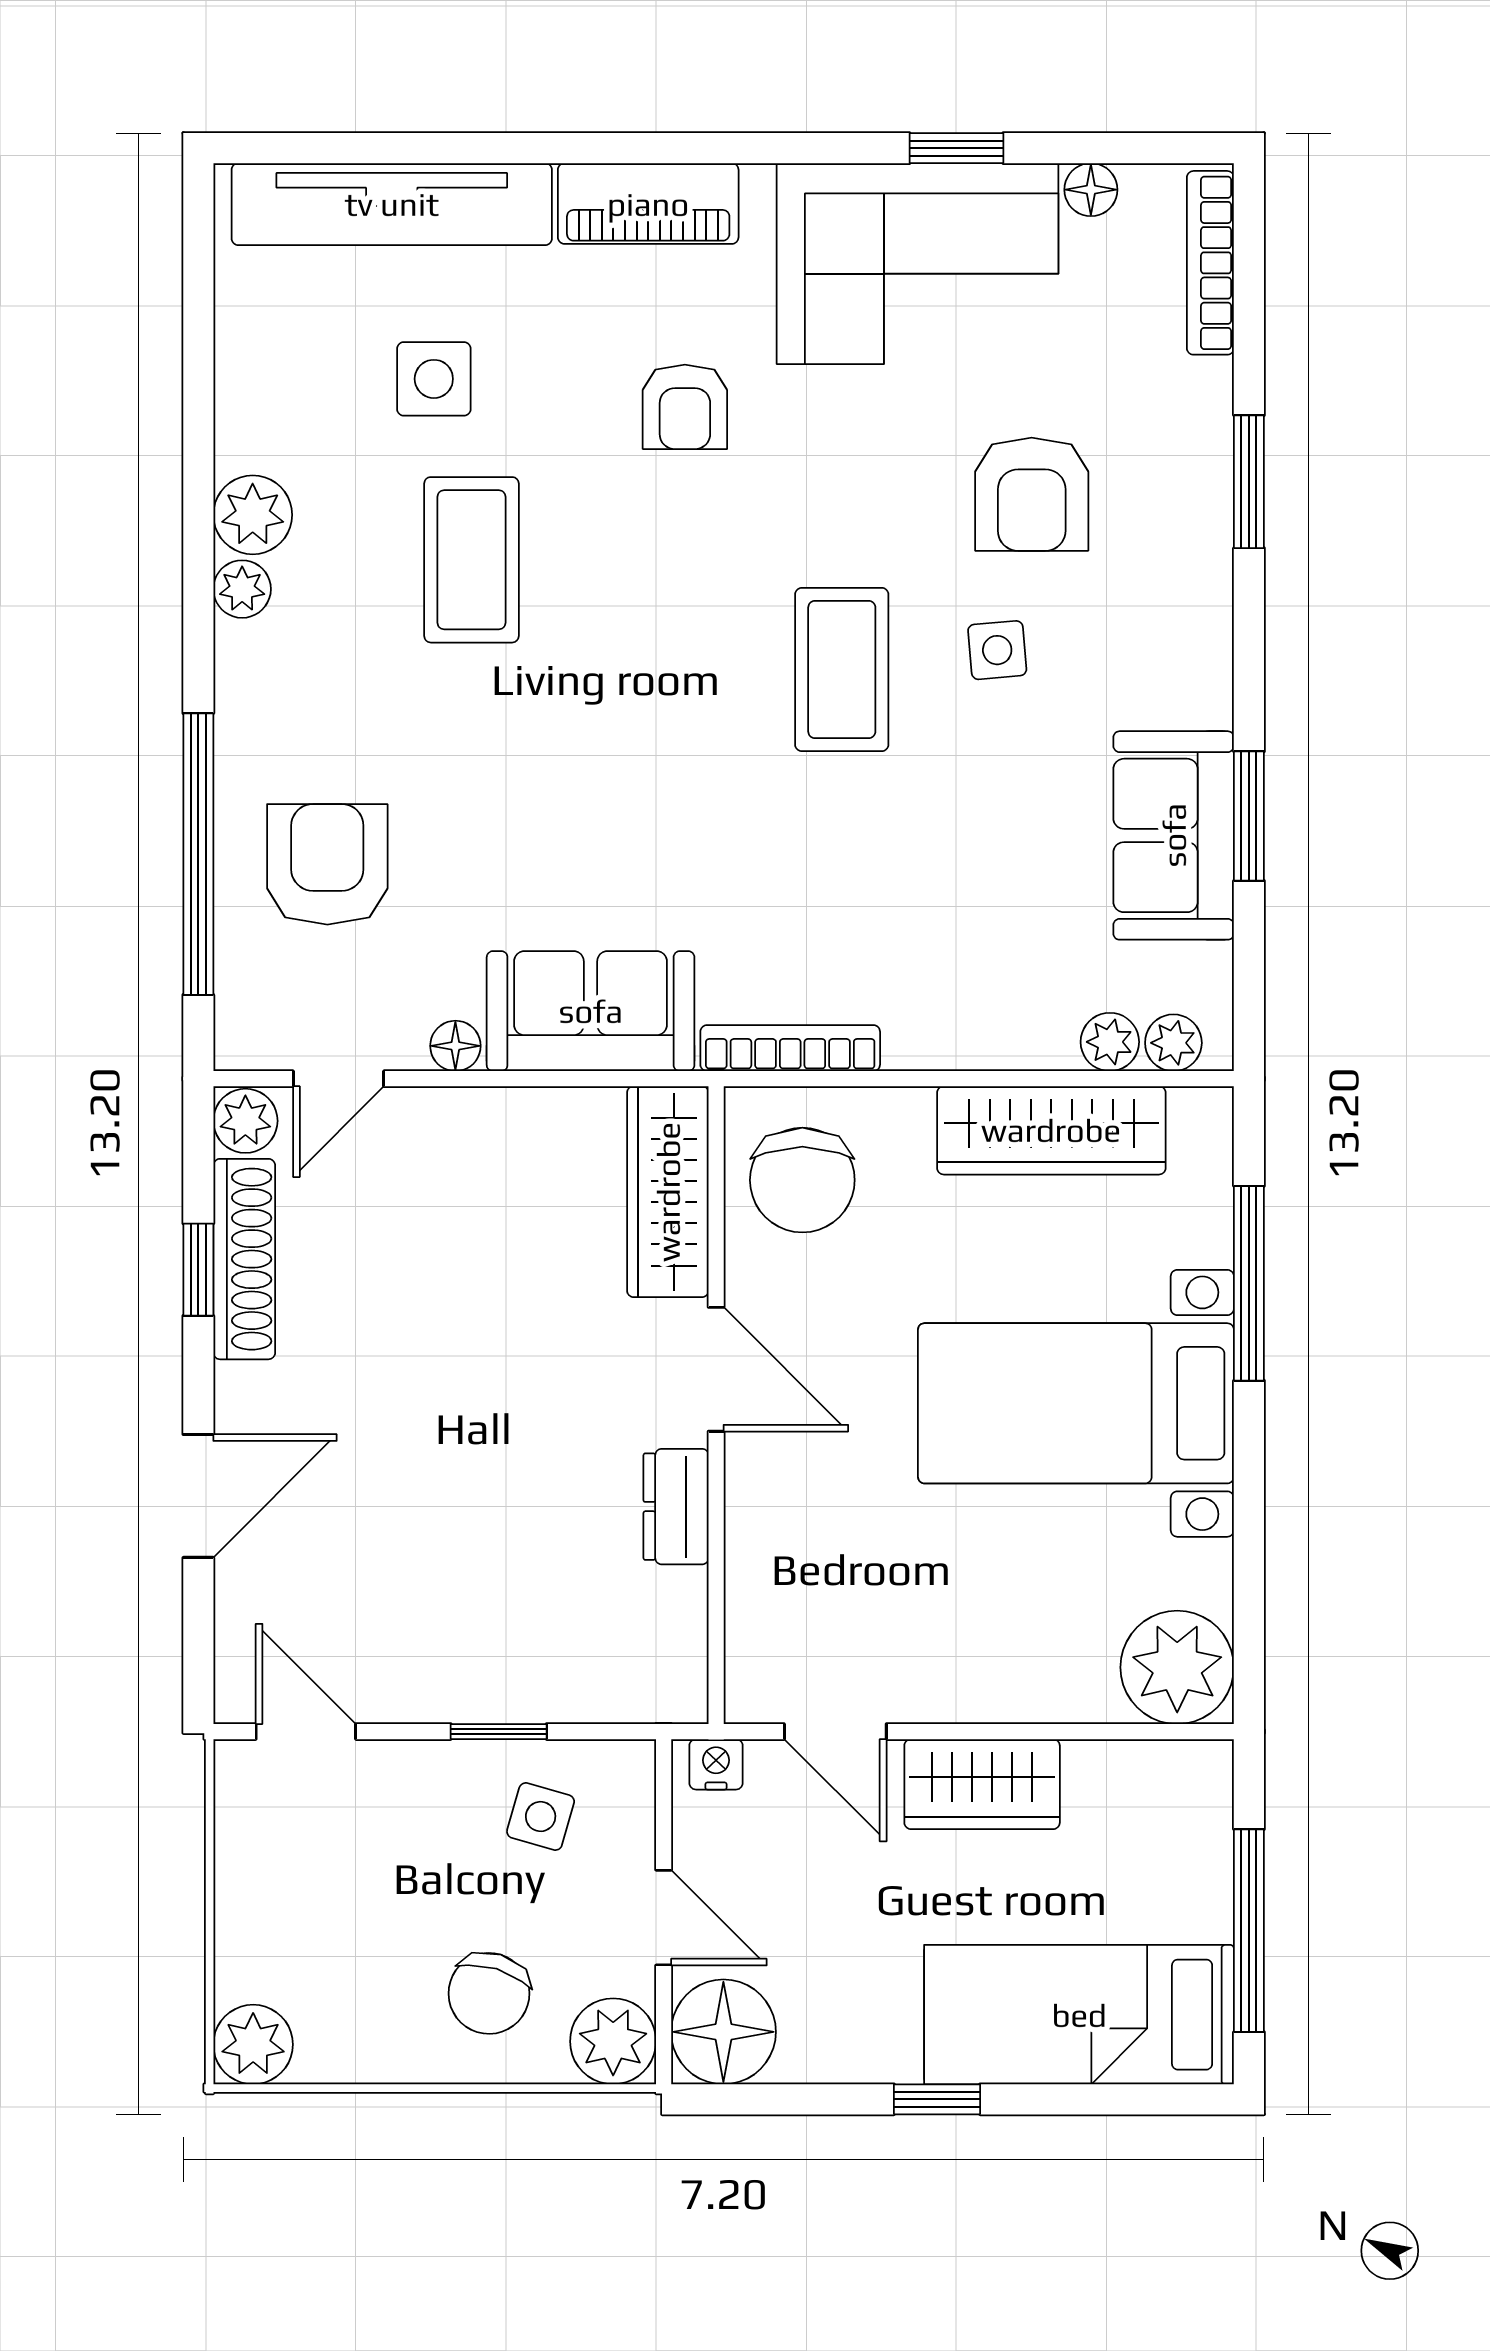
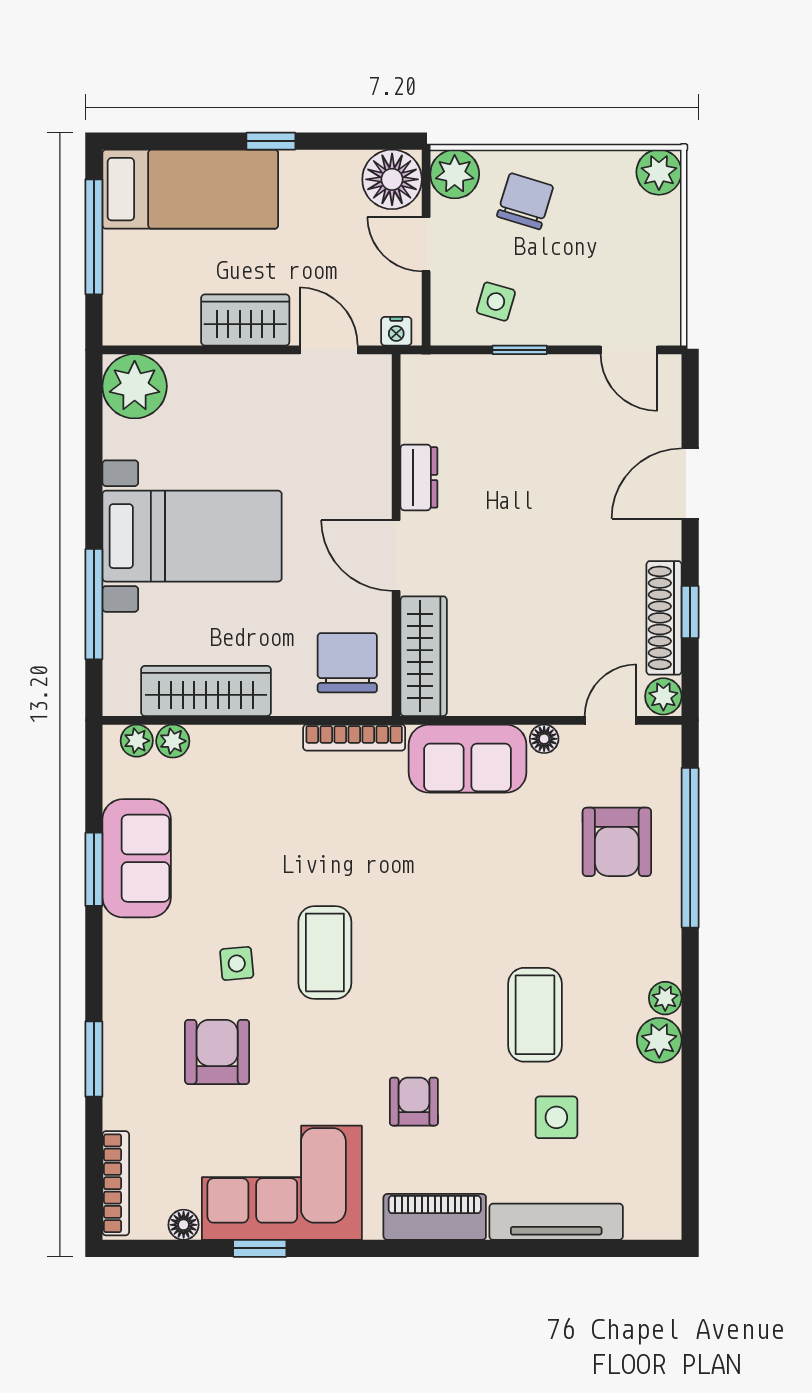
tv unit: (392, 204) -> (556, 1222), width x0.73, depth x0.78

